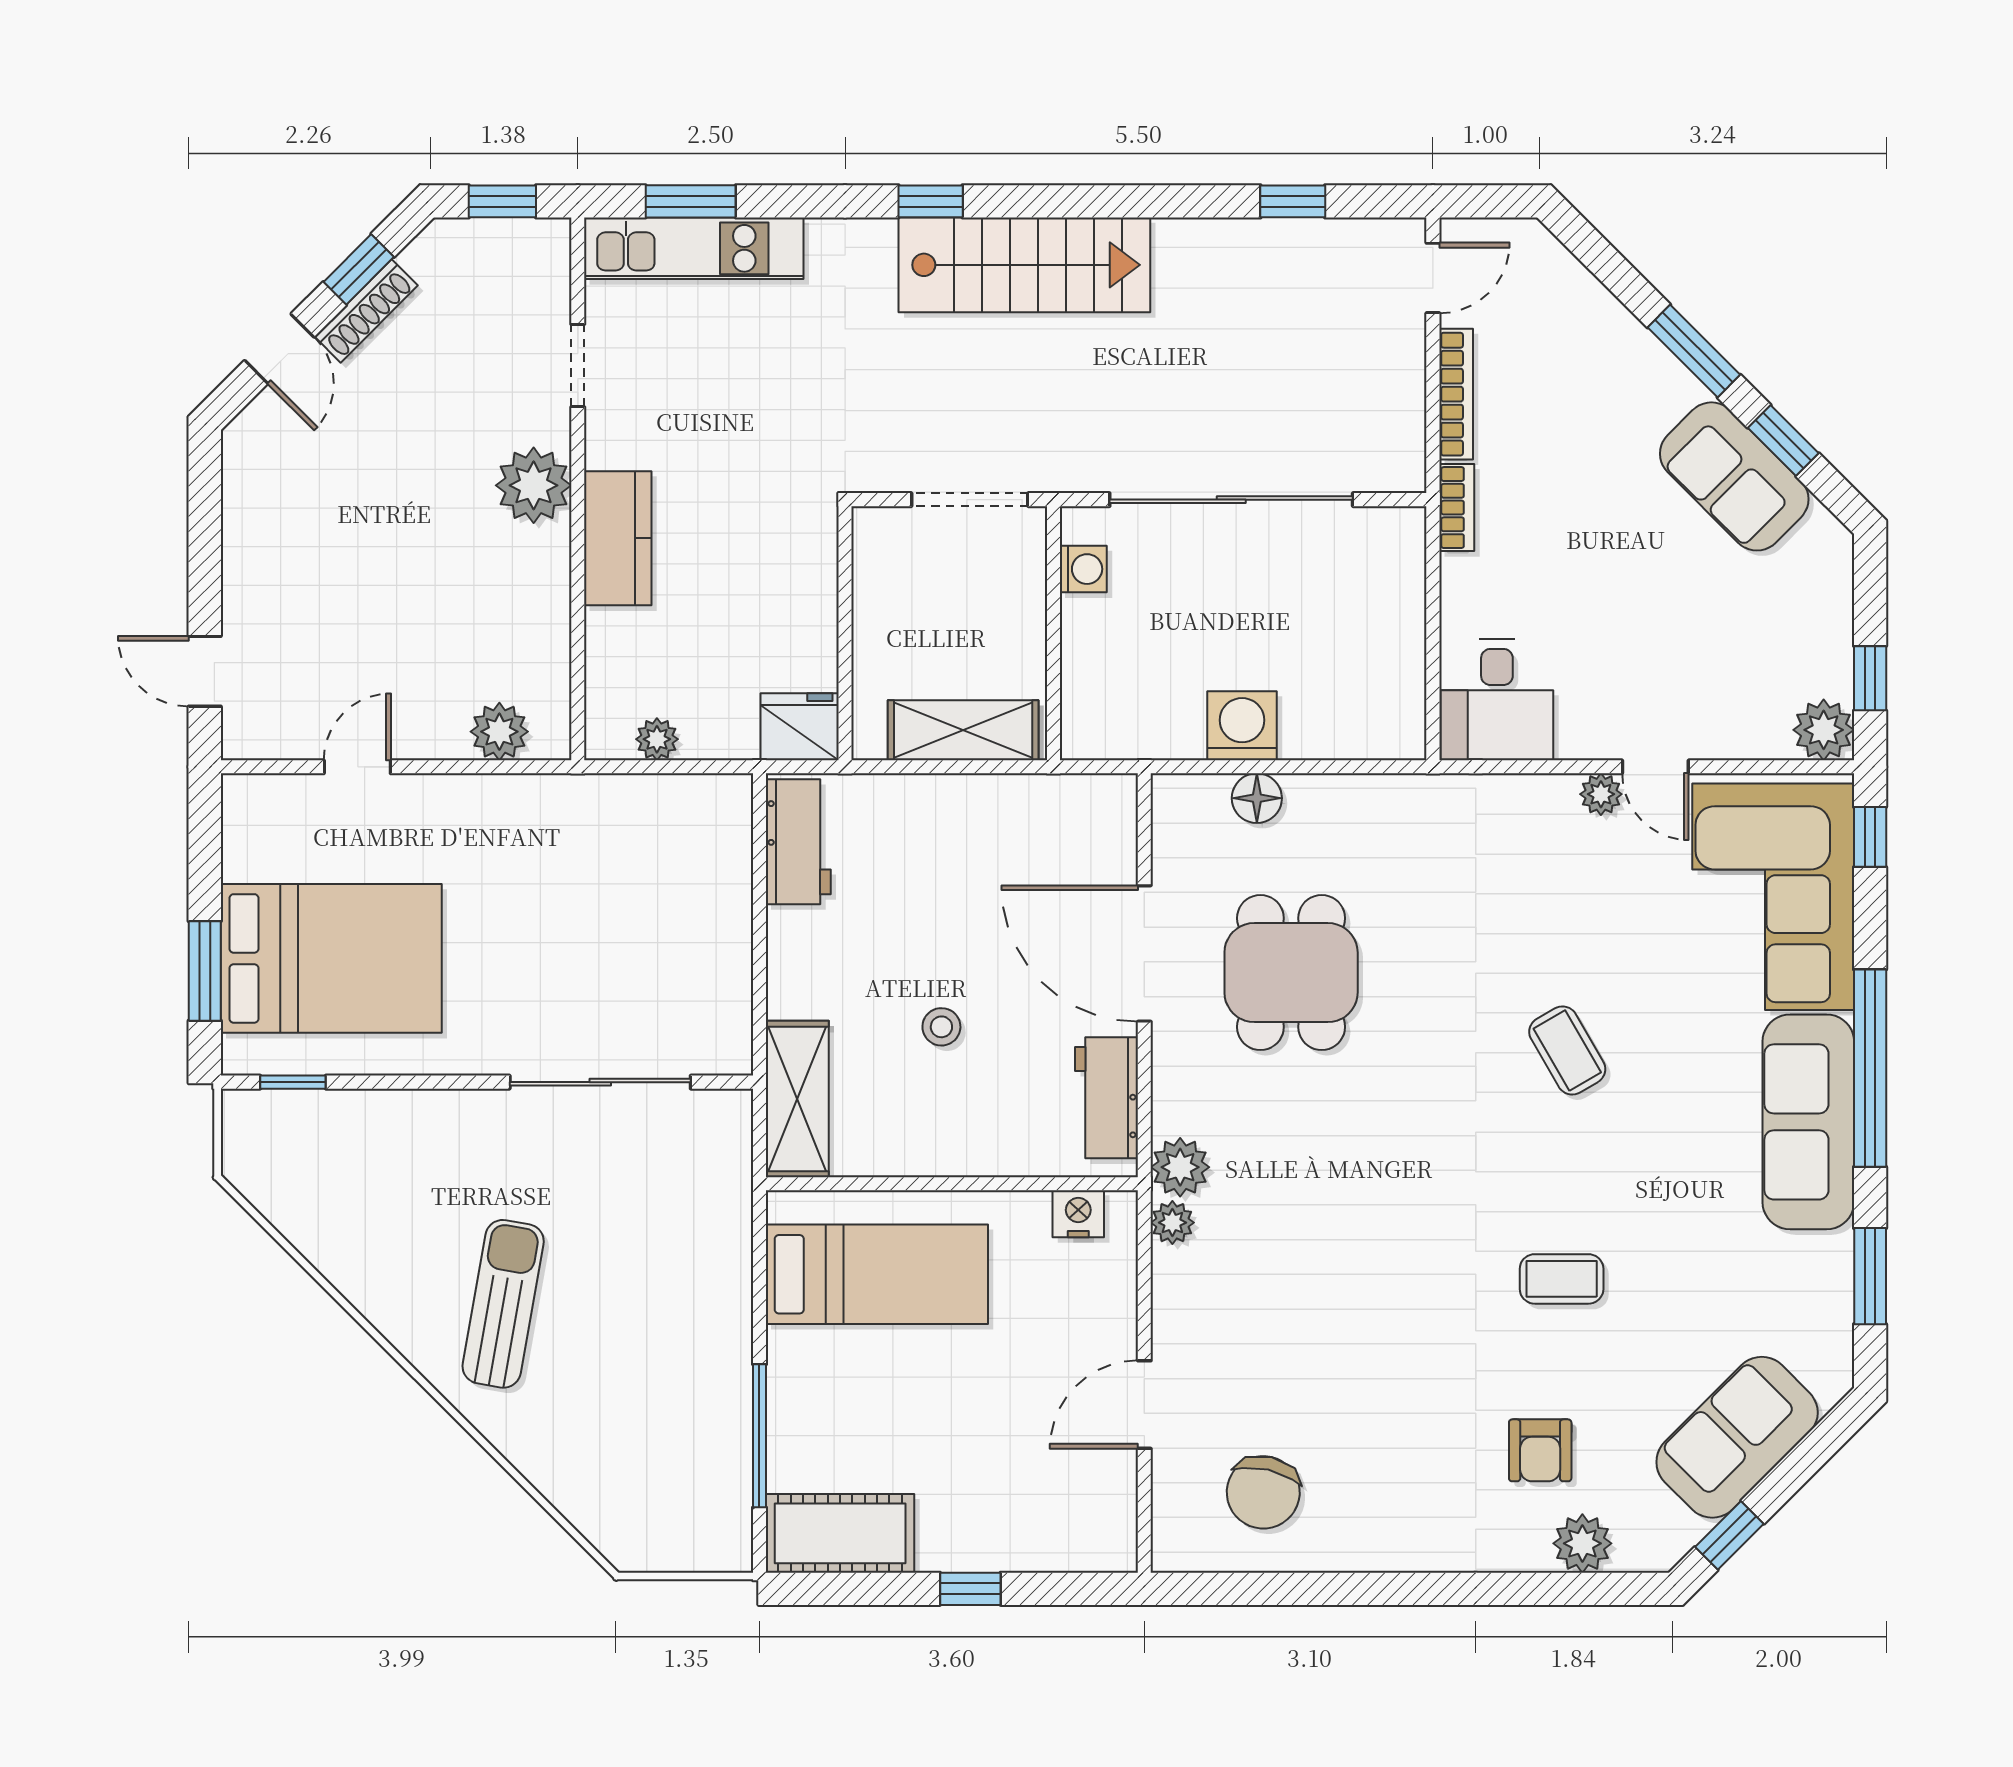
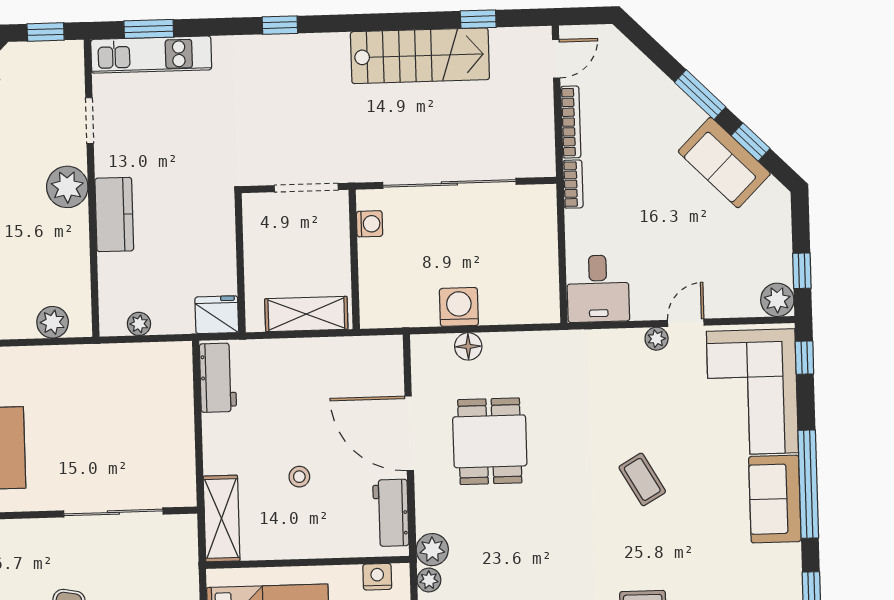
stairs: (1024, 265) -> (420, 56), moved
door: (1655, 767) -> (686, 323), swing flipped
sofa: (1808, 1122) -> (775, 499), width x0.73

